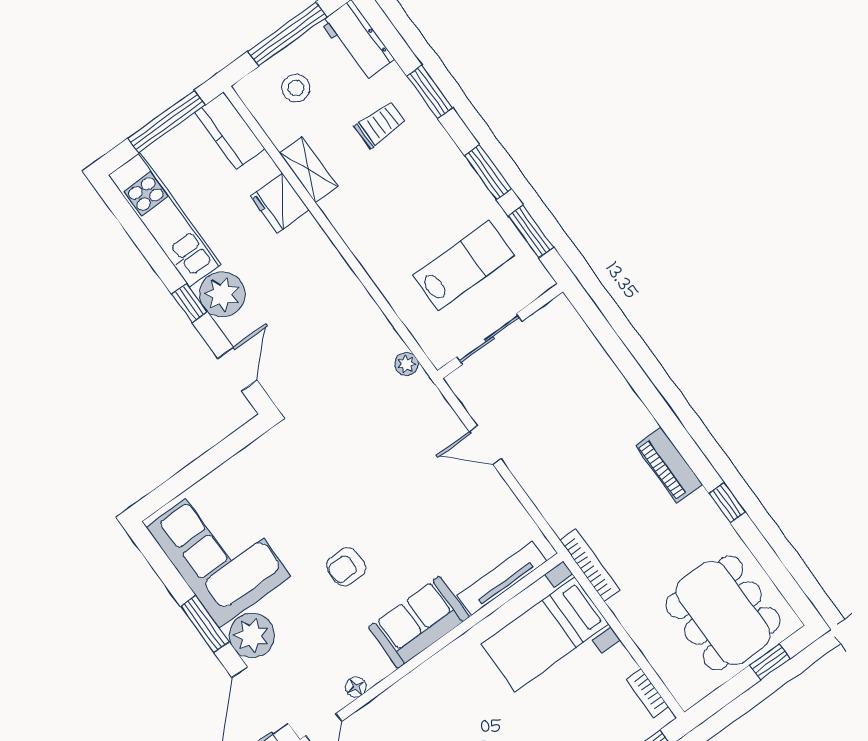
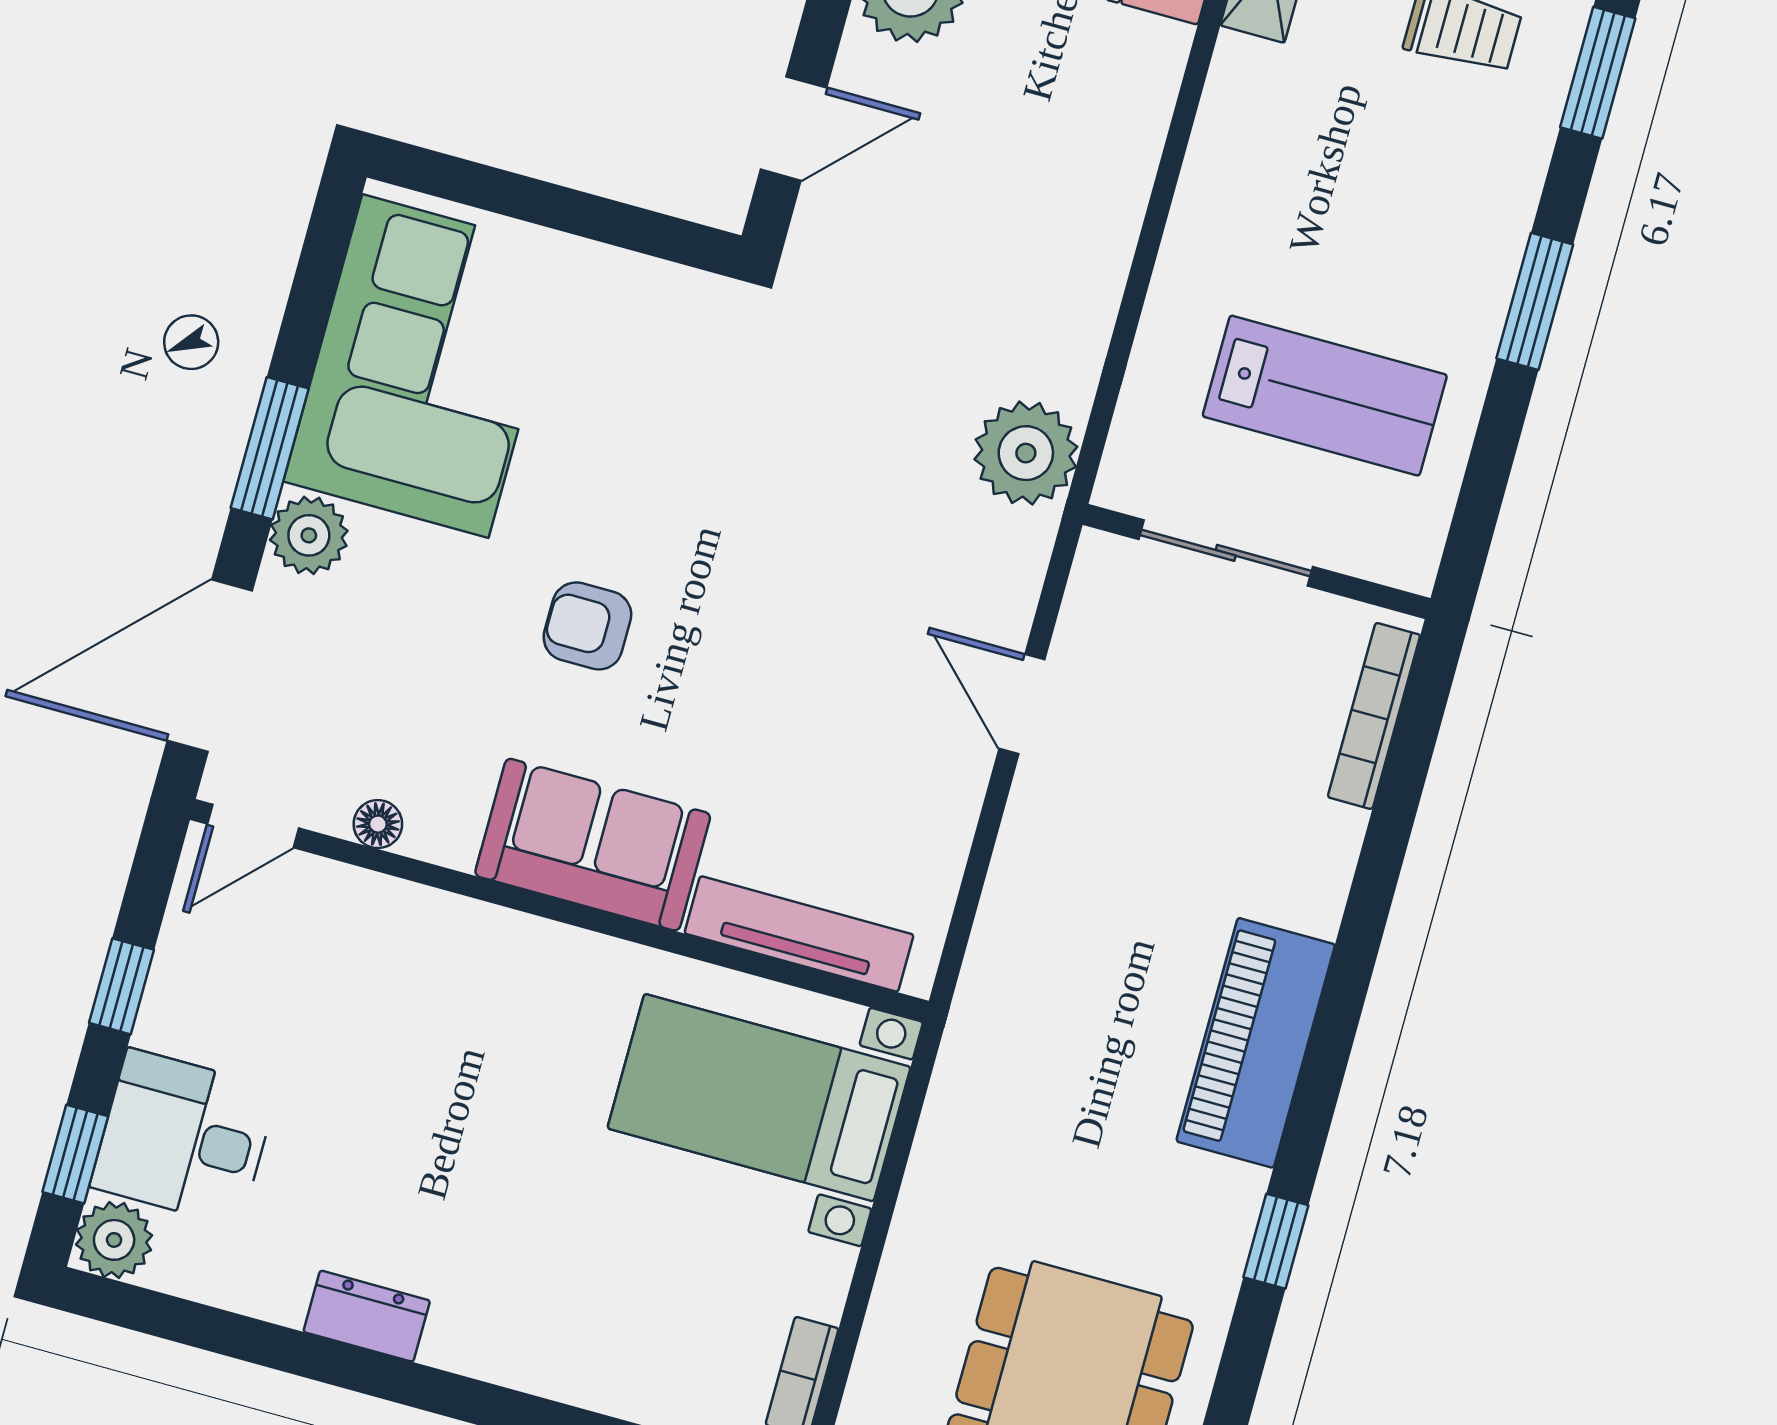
window: (531, 232) -> (1488, 470), removed
plant: (407, 364) -> (1026, 453), width x1.87, depth x1.87
piano: (669, 465) -> (1256, 1043), width x1.37, depth x1.33
bookcase: (590, 565) -> (1374, 716), moved, turned 180
plant: (252, 635) -> (309, 535), width x0.73, depth x0.73

